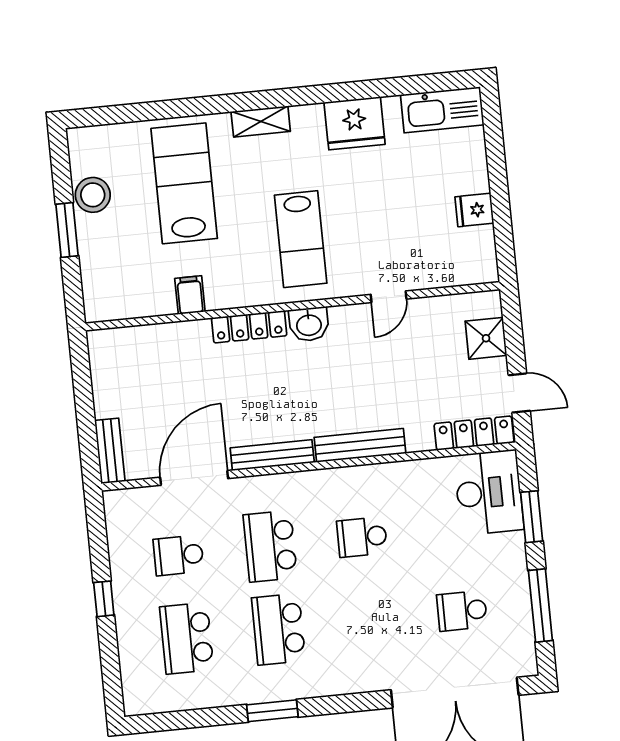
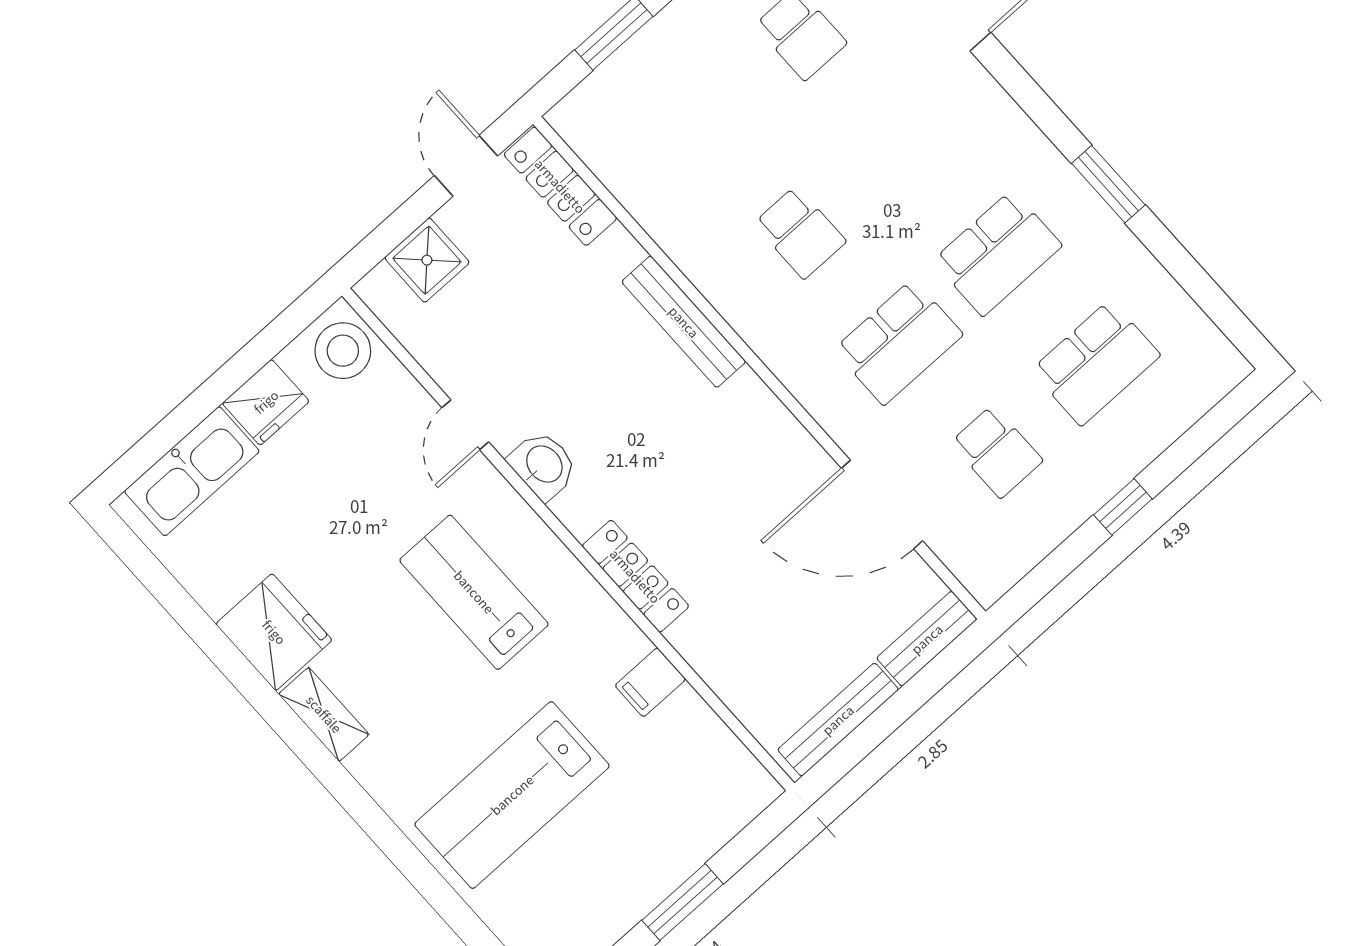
kitchen sink: (442, 110) -> (192, 471), moved, turned 90
shelving: (261, 121) -> (324, 714), moved
stool: (93, 195) -> (343, 351), moved
fridge: (474, 210) -> (266, 402), width x1.38
lab bench: (301, 239) -> (474, 592), turned -90
door: (389, 297) -> (465, 425), swing flipped
washbasin: (309, 324) -> (543, 465), moved
bench: (272, 455) -> (838, 720), moved, turned 90
desk: (489, 492) -> (623, 111), removed

